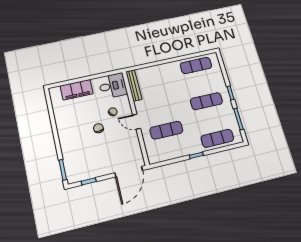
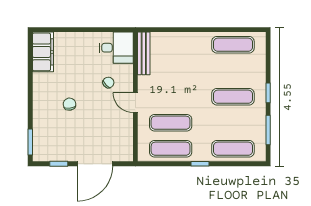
filing cabinet: (77, 90) -> (43, 52), moved, turned -90
chair: (98, 128) -> (70, 104), moved
exercise mat: (171, 149) -> (171, 149), added
door: (129, 172) -> (95, 164), moved

